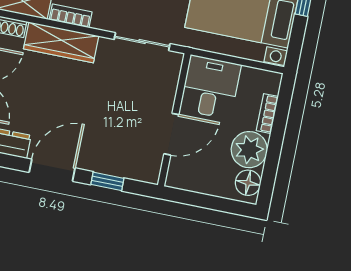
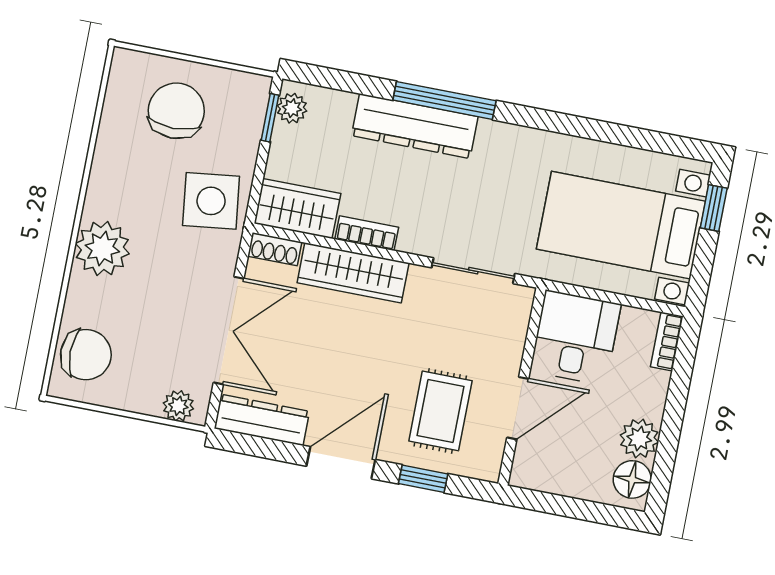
bookcase: (267, 114) -> (667, 341), moved
rug: (119, 136) -> (440, 411), added
plant: (249, 150) -> (639, 439), width x0.73, depth x0.73

